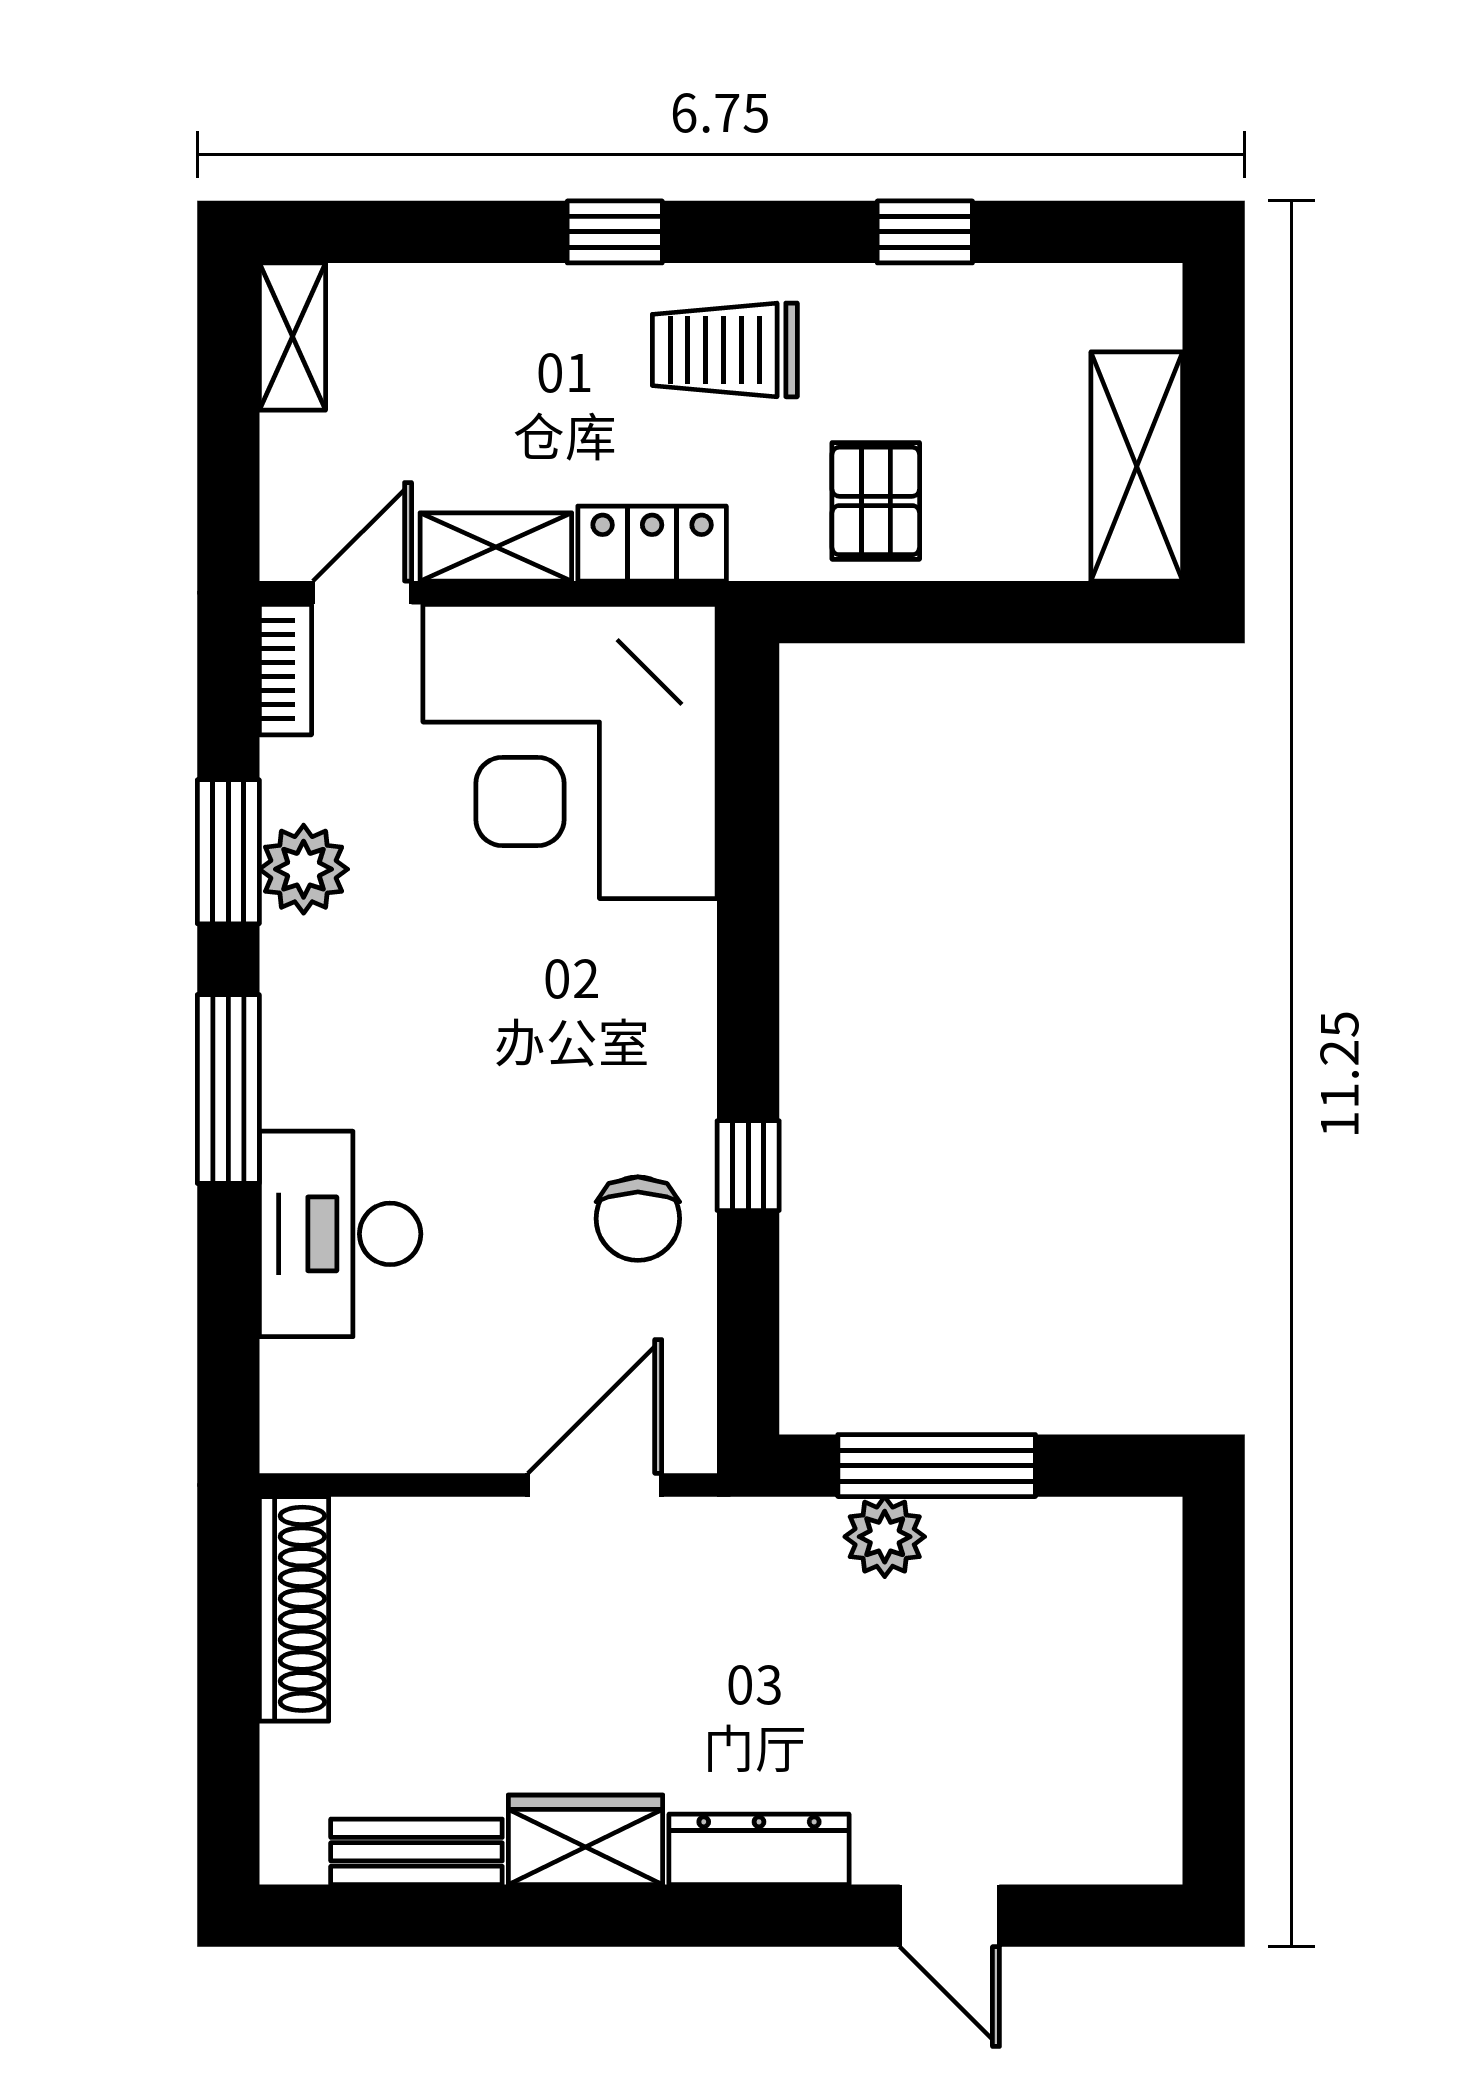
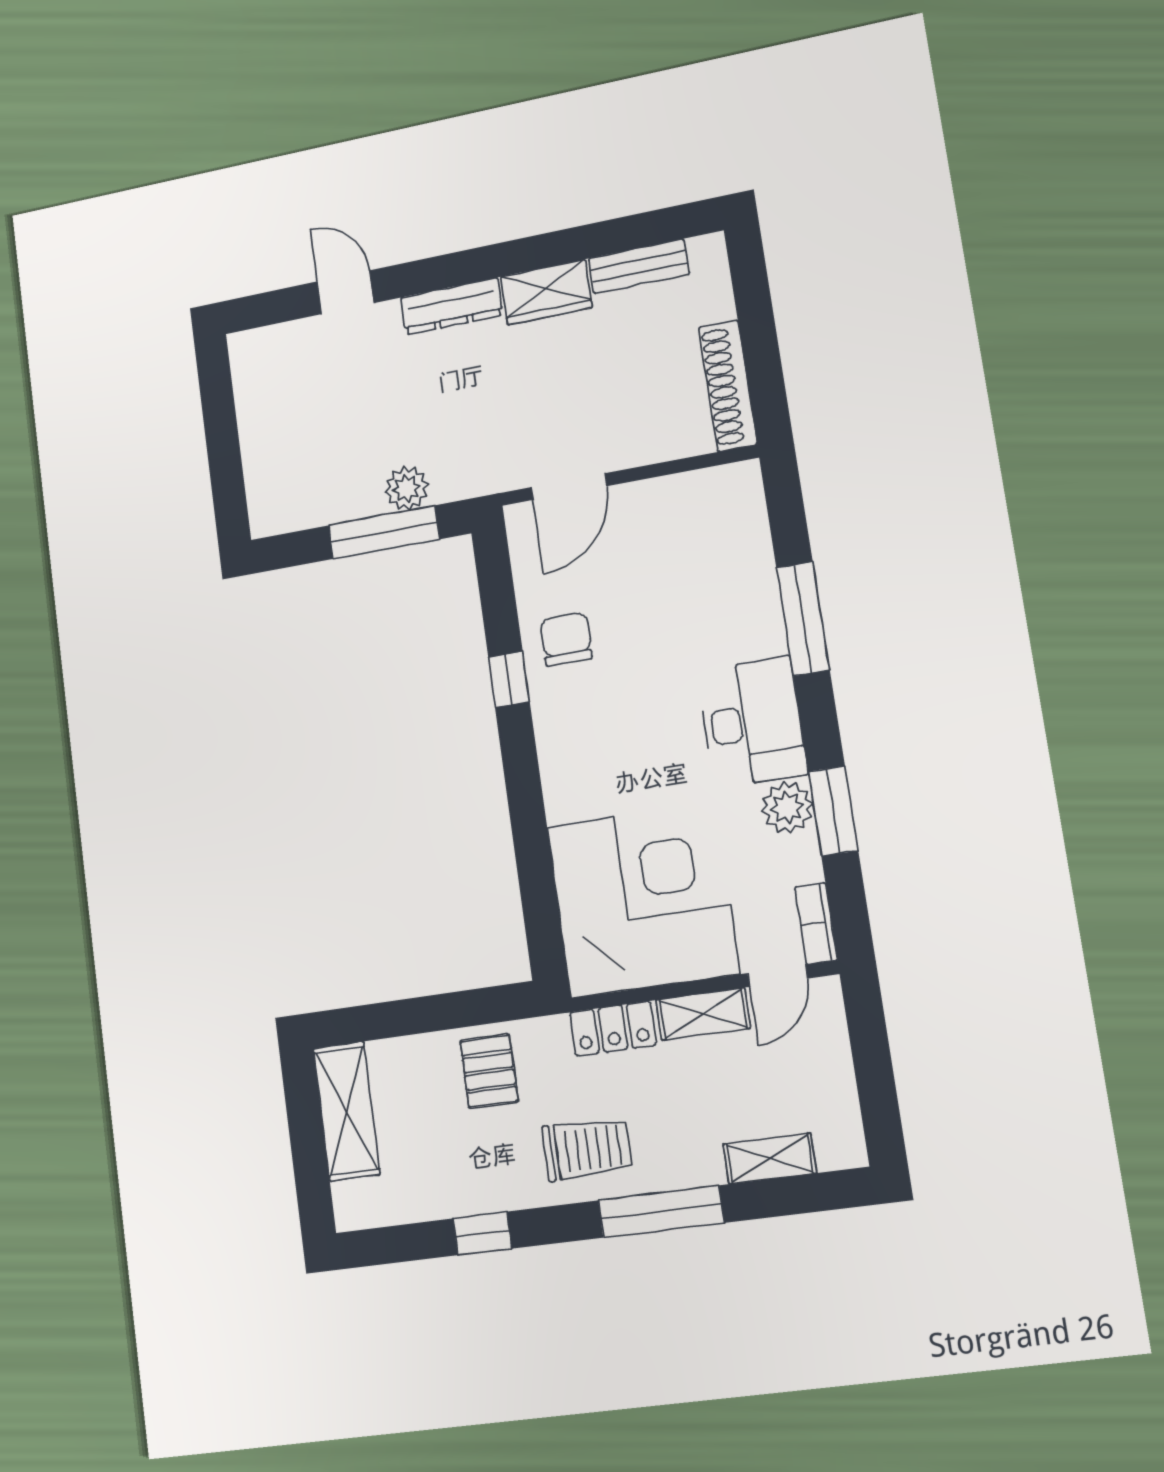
window: (615, 232) -> (661, 1212), width x2.17
shelving: (292, 337) -> (770, 1159), moved, turned 90
window: (228, 1089) -> (803, 619), moved
desk: (340, 1234) -> (752, 722), moved

